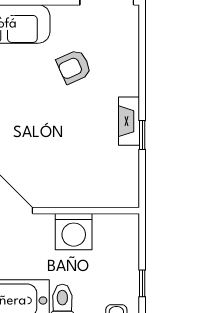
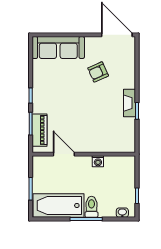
washing machine: (74, 232) -> (98, 161), width x0.53, depth x0.53

